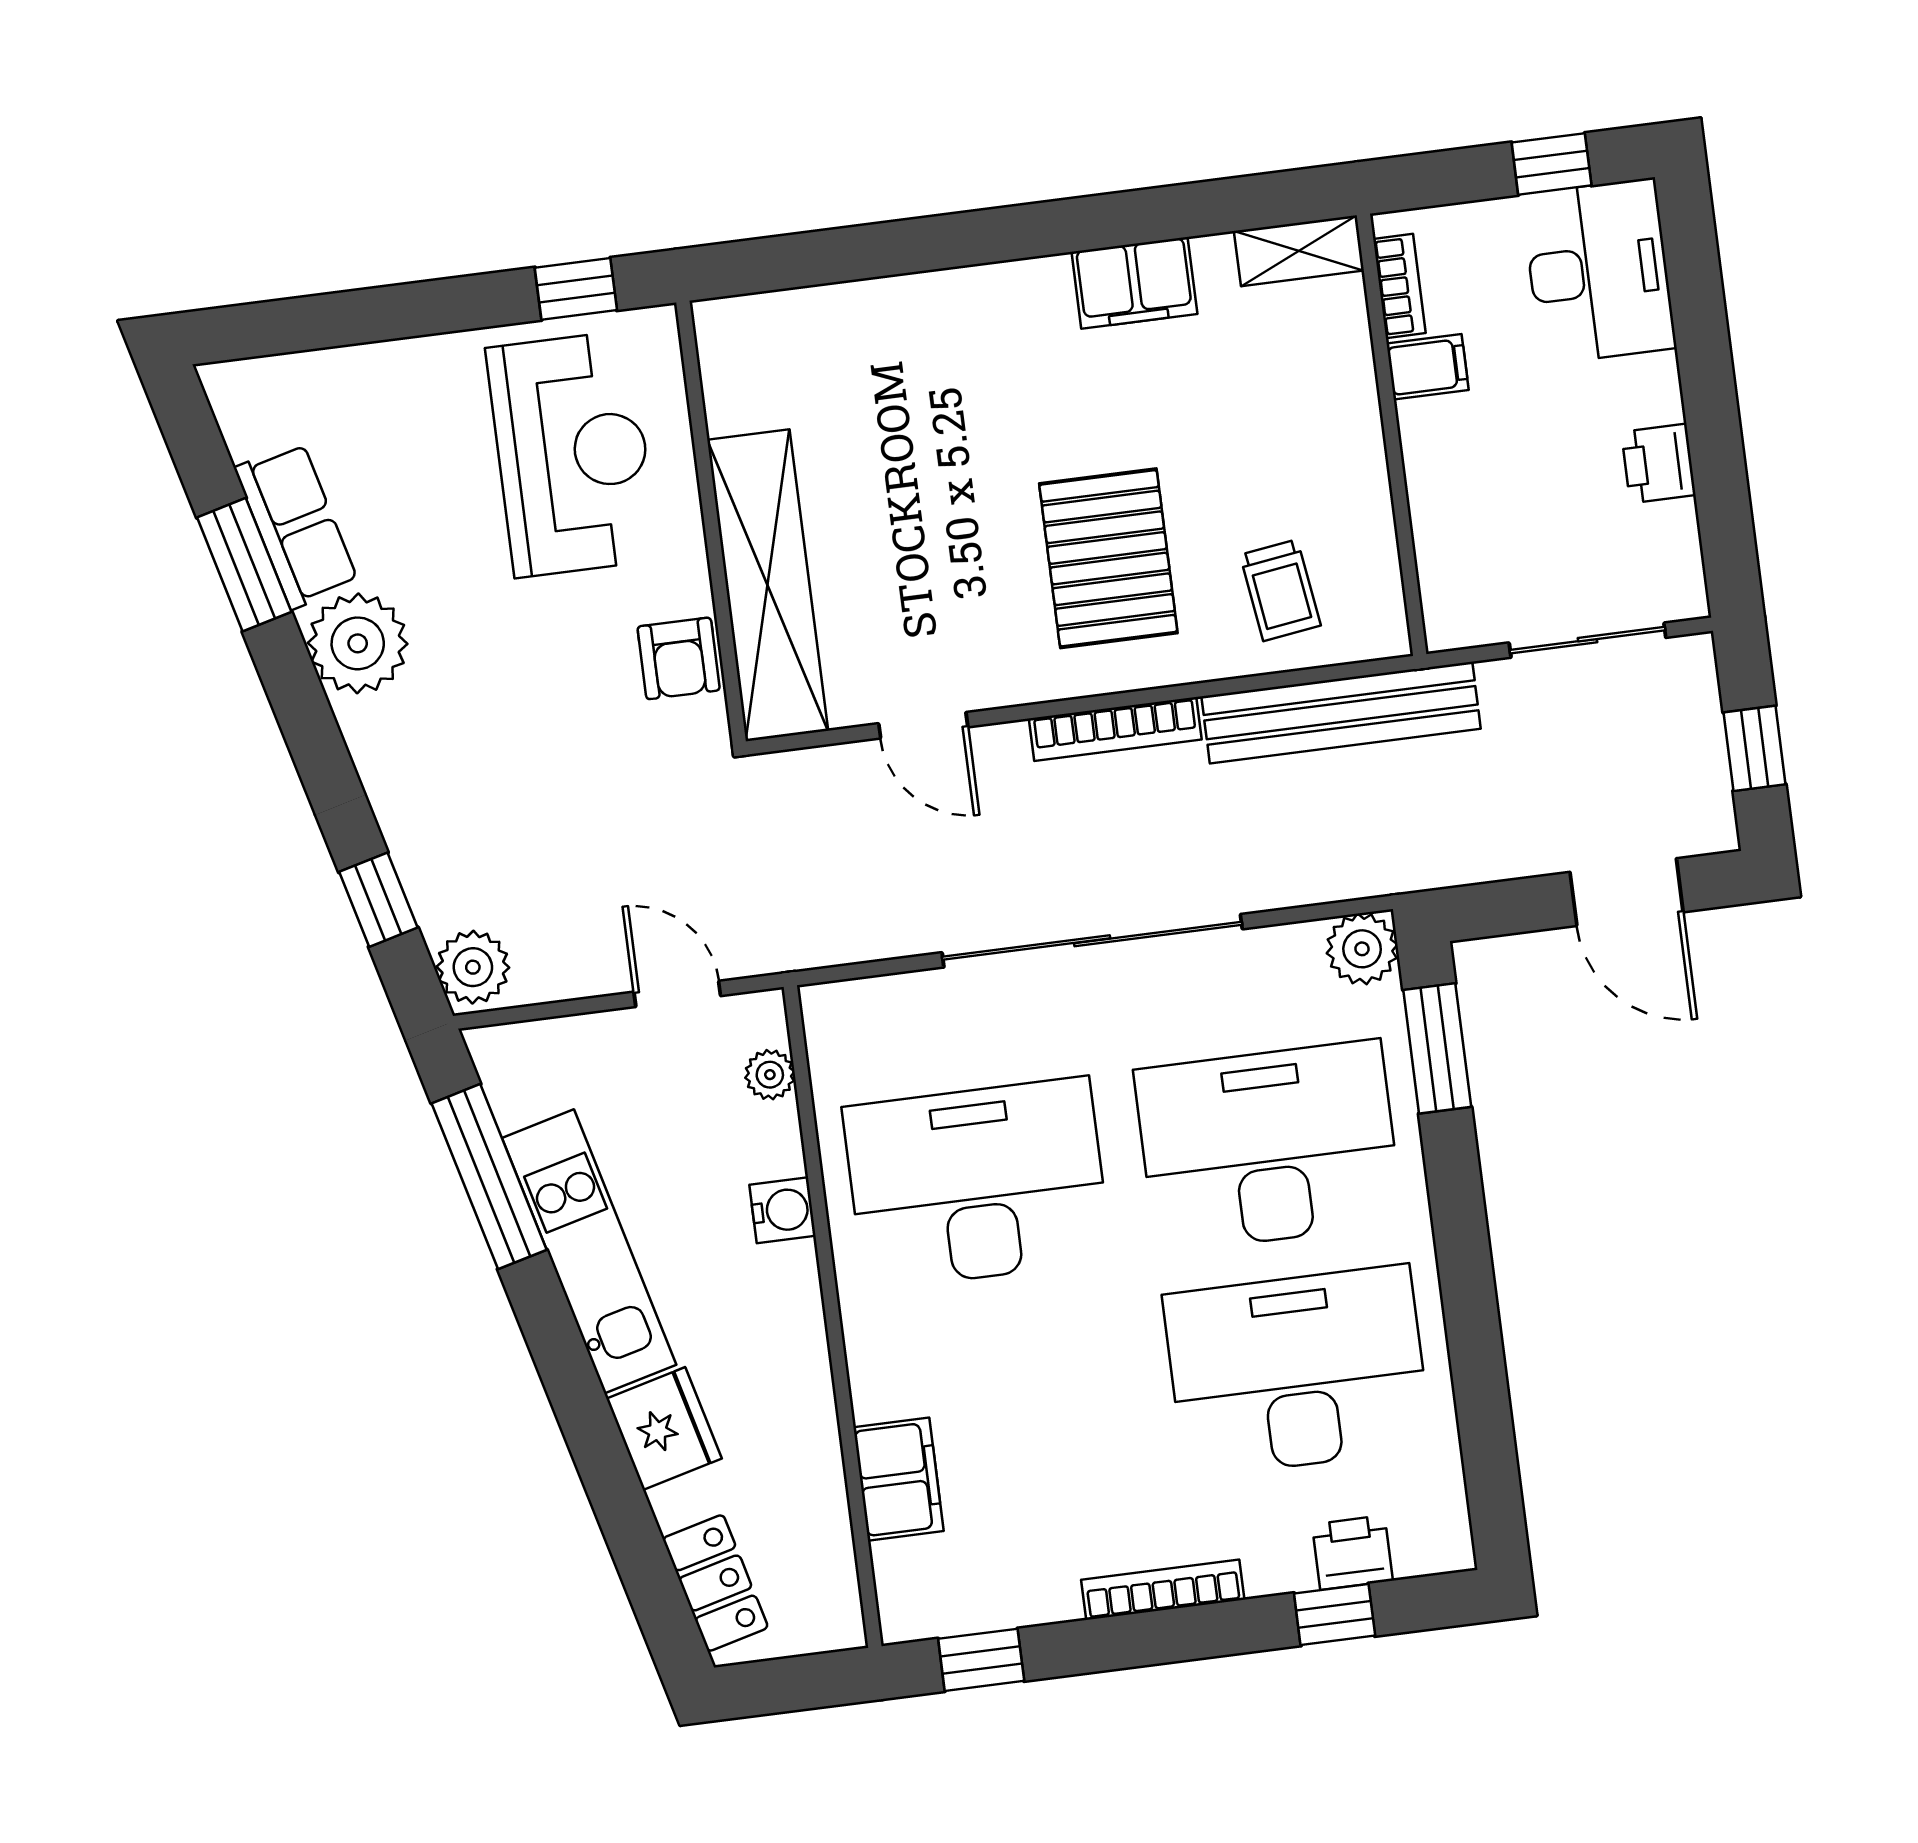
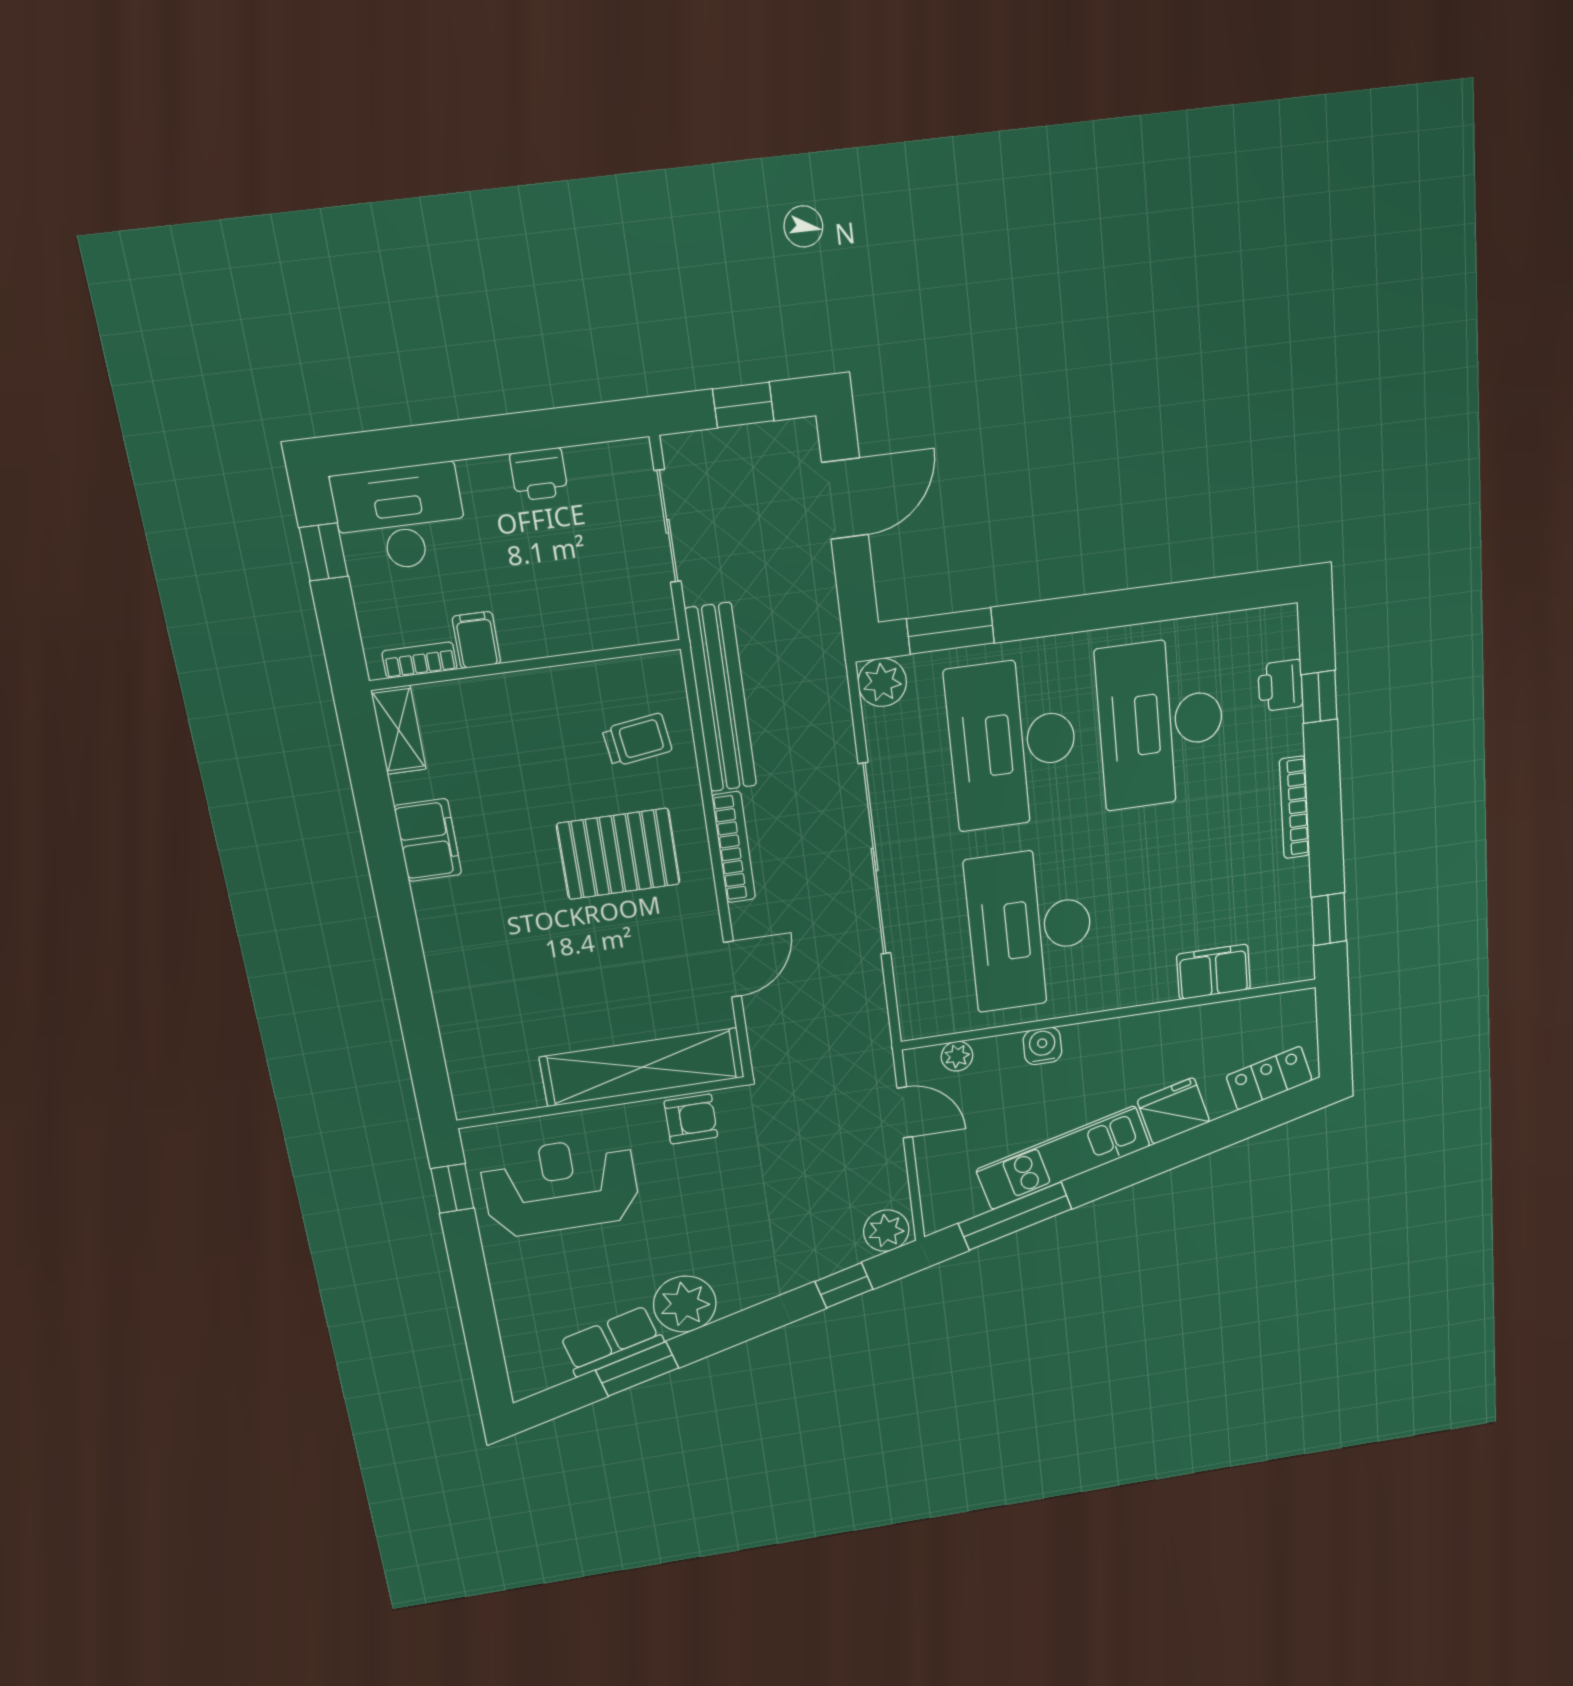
door: (677, 994) -> (905, 1112), swing flipped

